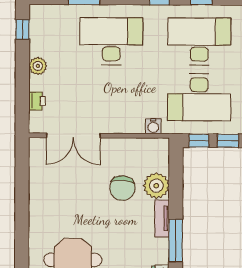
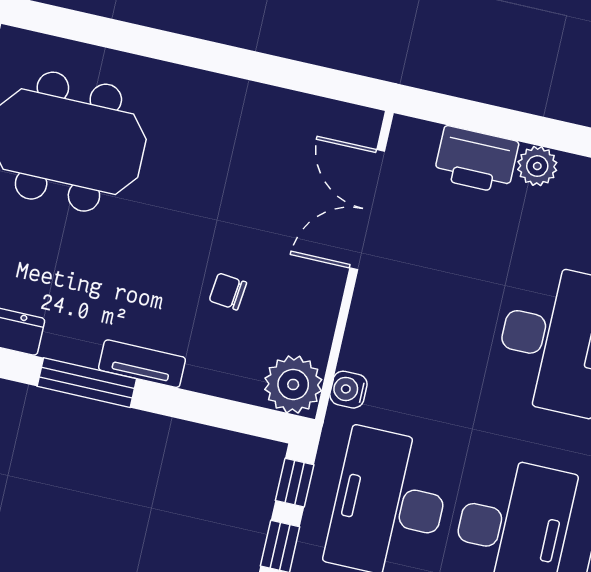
printer: (37, 101) -> (476, 160), width x1.87, depth x1.48
plant: (156, 186) -> (293, 385), moved
chair: (122, 188) -> (228, 292), width x0.54, depth x0.54

